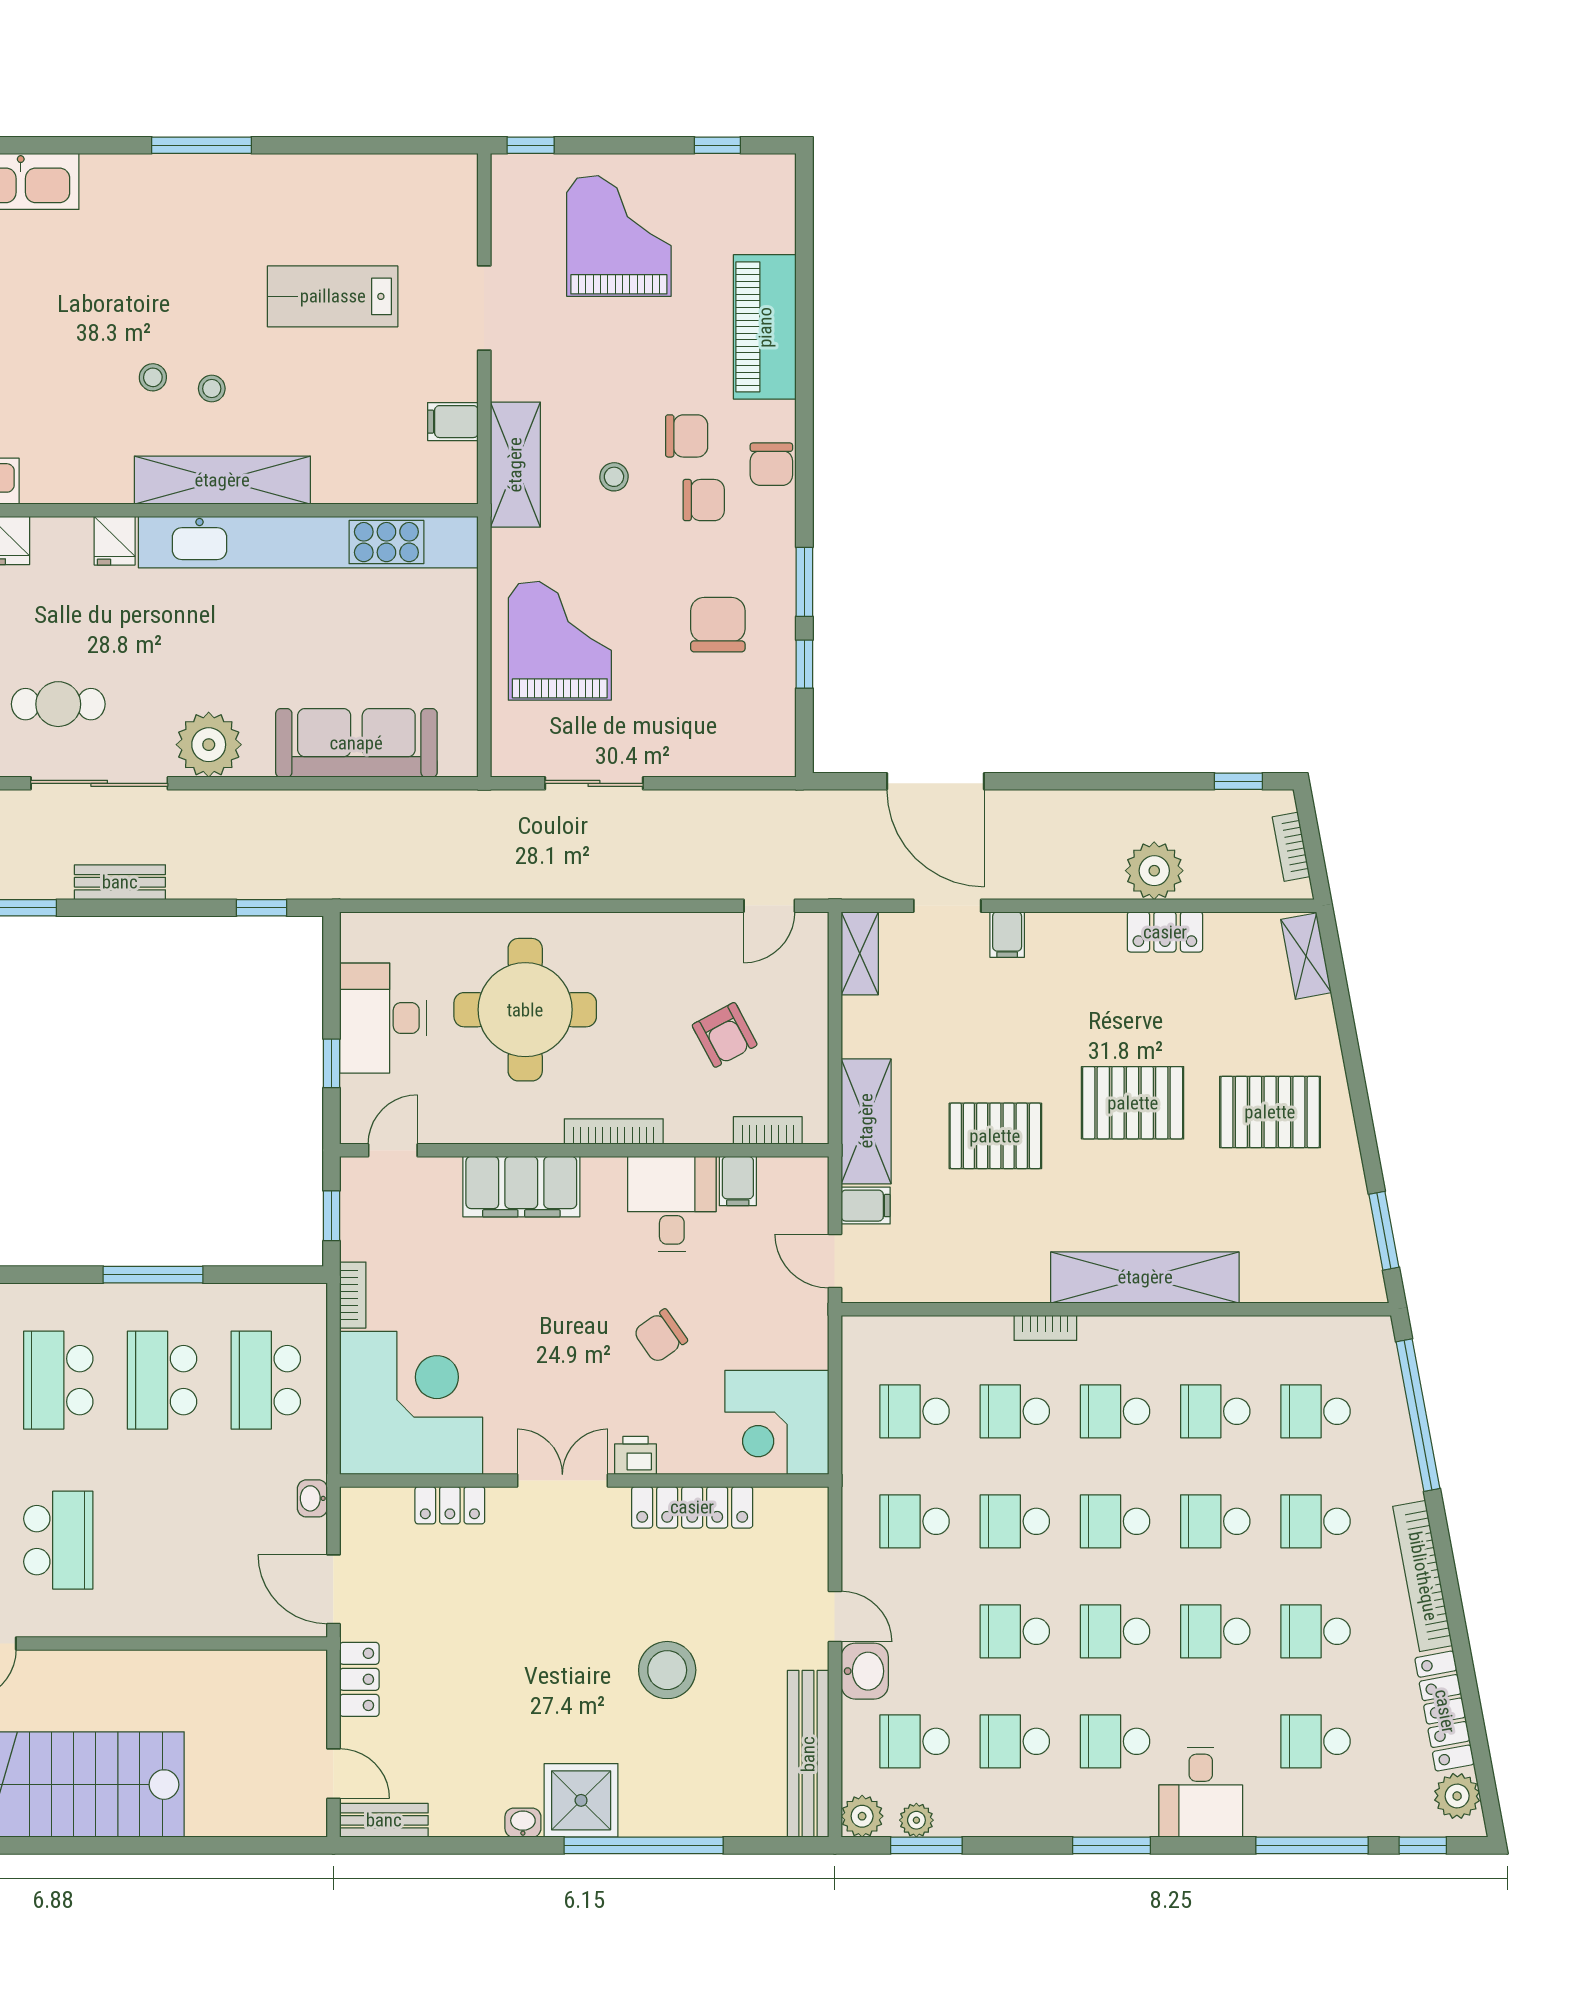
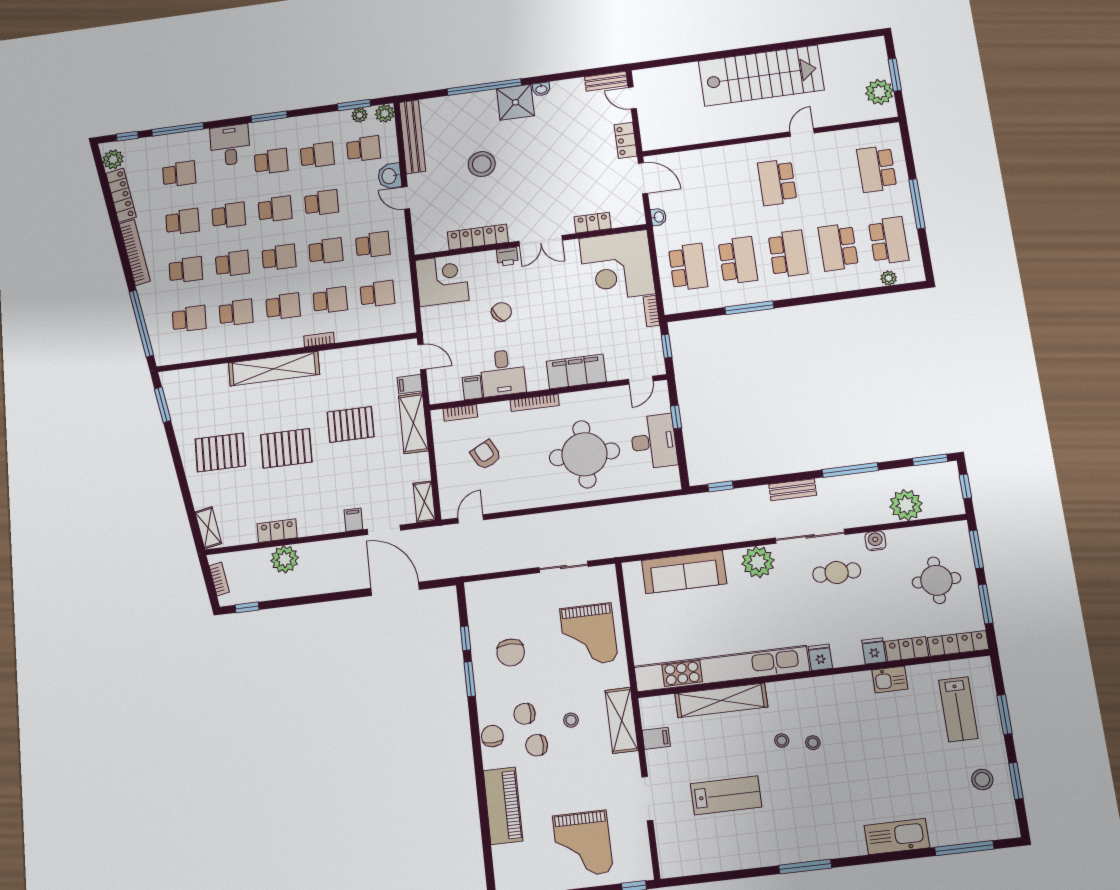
shelving: (222, 480) -> (721, 700), moved

